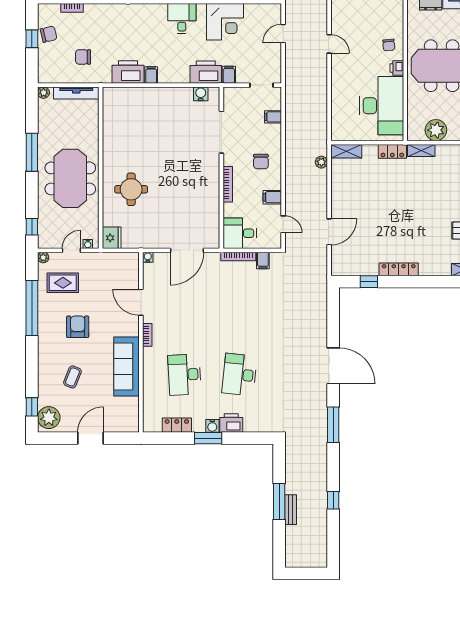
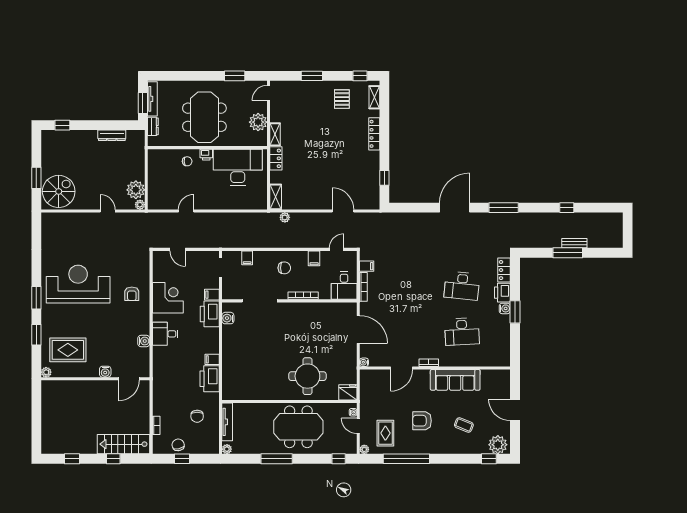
round table: (131, 189) -> (307, 376), width x1.36, depth x1.36
locker: (399, 269) -> (374, 134), moved
locker: (177, 425) -> (504, 270), moved

